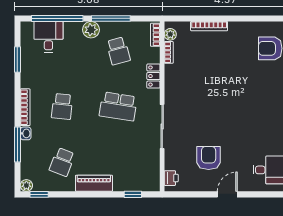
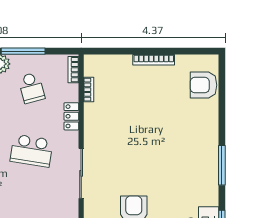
bookcase: (209, 26) -> (154, 60), moved
plant: (170, 34) -> (90, 69), removed

